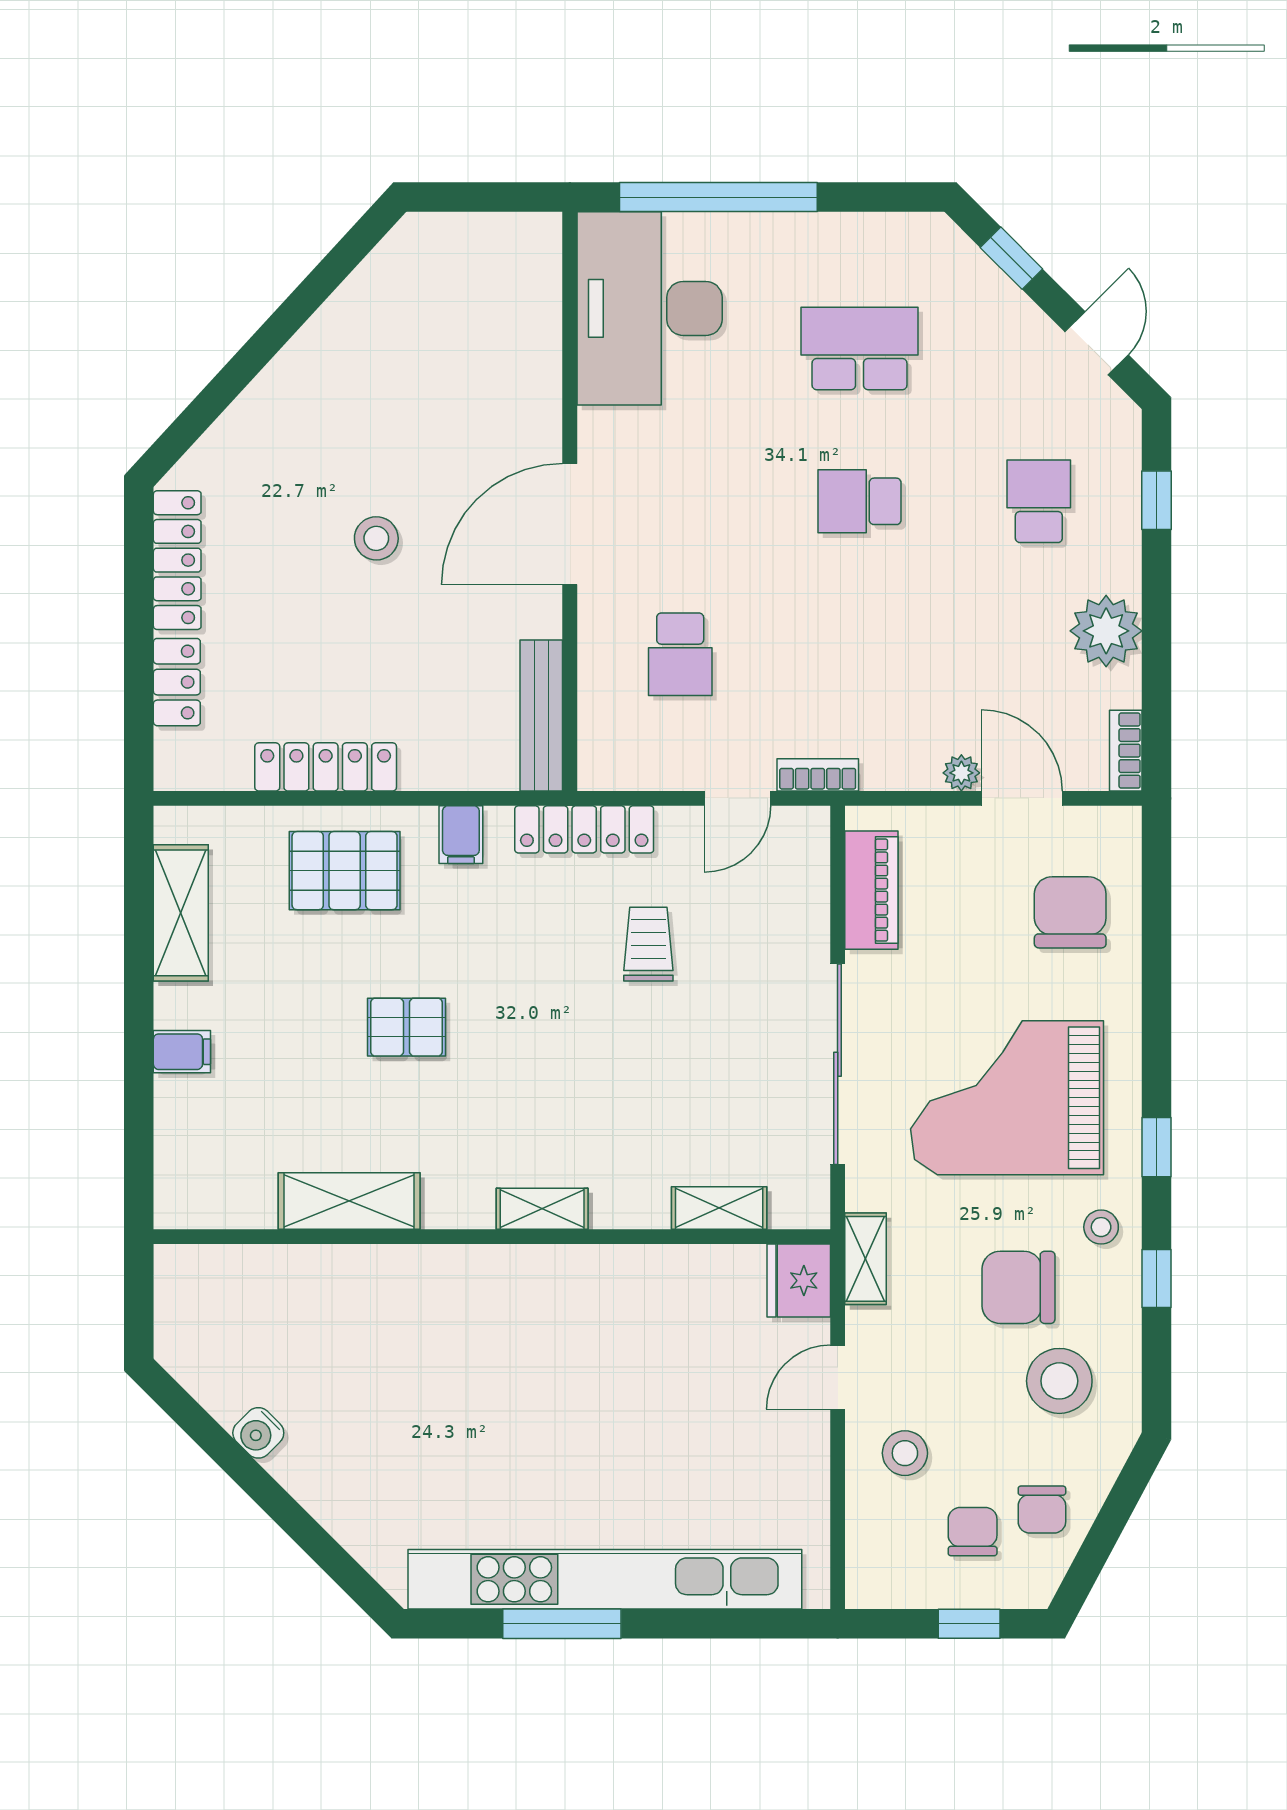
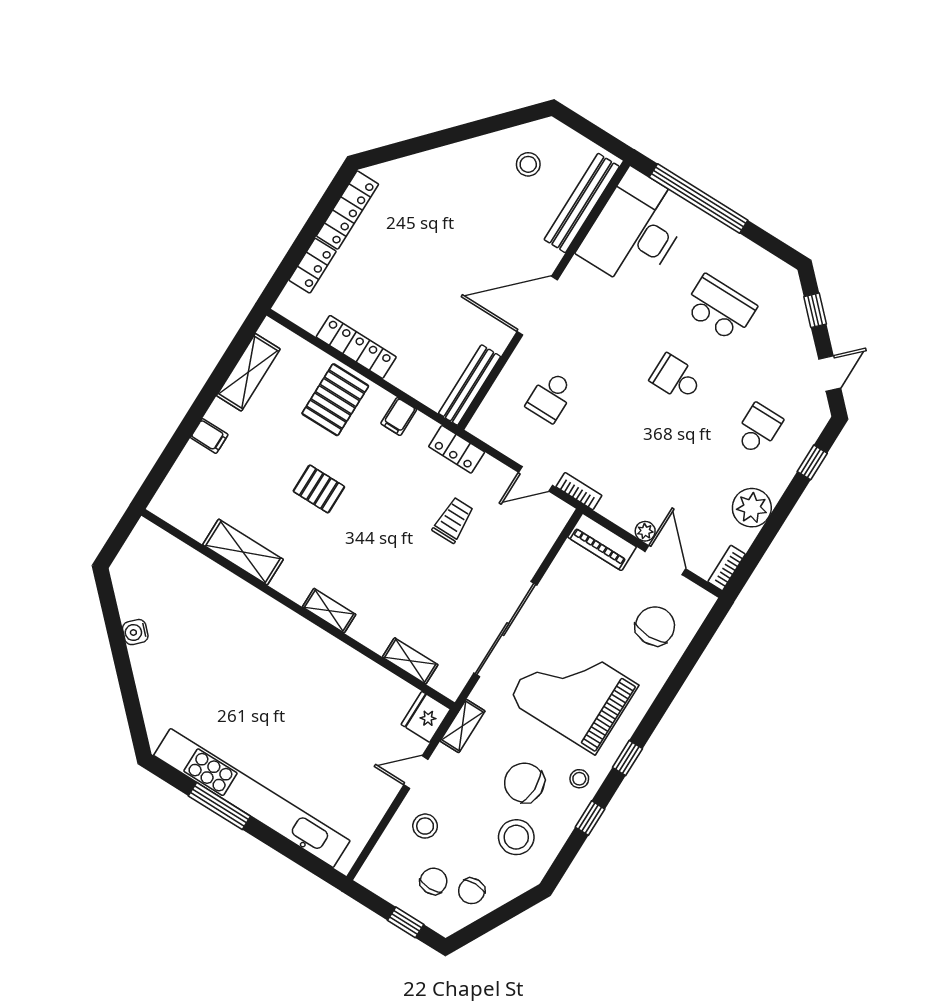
bench: (539, 319) -> (582, 203), added
stool: (376, 538) -> (528, 164), moved
locker: (584, 829) -> (457, 449), width x0.66
pallet: (345, 871) -> (335, 400), turned 90
piano: (871, 890) -> (602, 542), moved, turned 90

